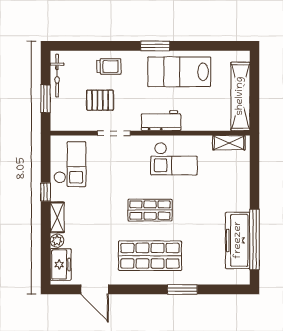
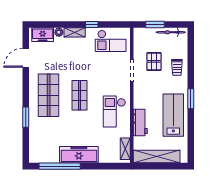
workbench: (161, 121) -> (140, 122), moved
freezer: (238, 240) -> (79, 155), moved

